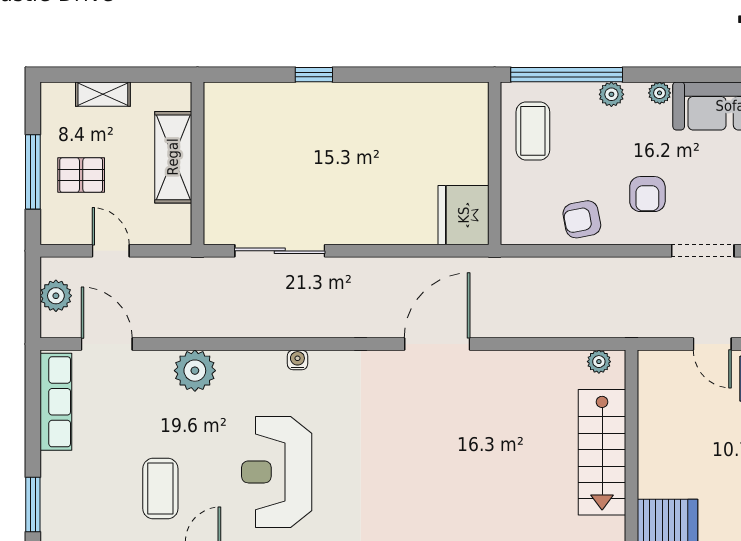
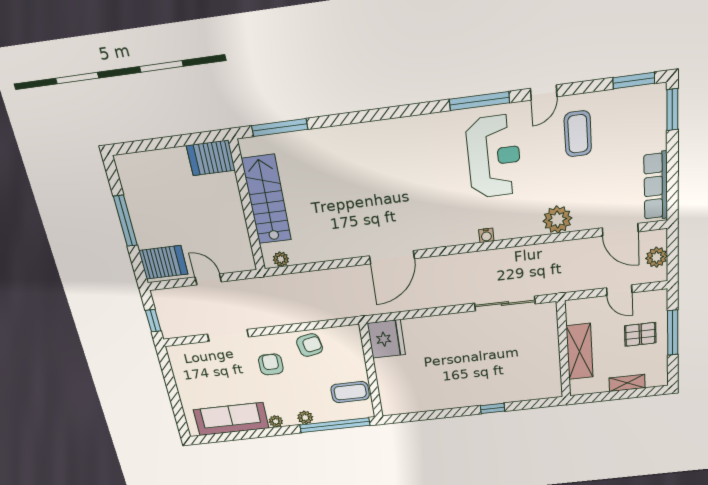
coffee table: (533, 131) -> (350, 392), turned 90

